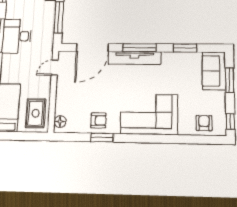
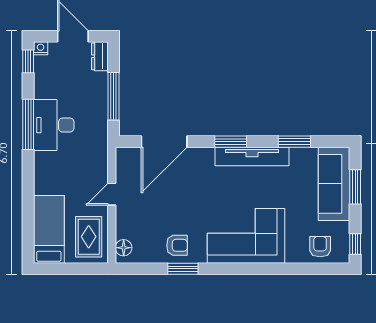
window: (139, 48) -> (231, 142), width x0.69
tv unit: (134, 58) -> (252, 156), moved
door: (55, 68) -> (112, 194), moved
sofa: (214, 71) -> (334, 184), width x1.36

